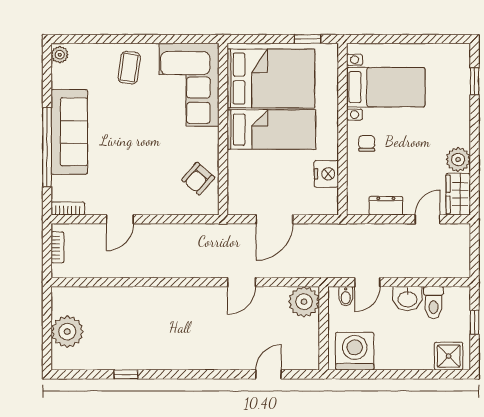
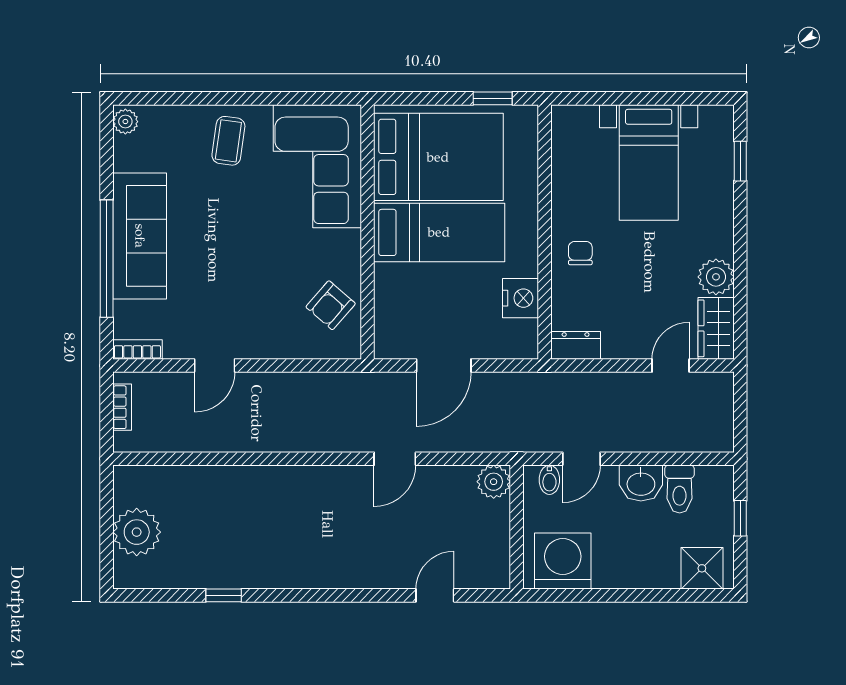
bed with nightstands: (386, 87) -> (649, 163), moved, turned 90
dresser: (386, 206) -> (576, 345), moved
plant: (304, 302) -> (494, 482), width x0.73, depth x0.73

